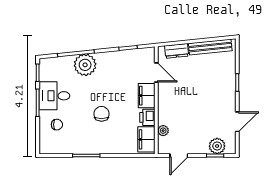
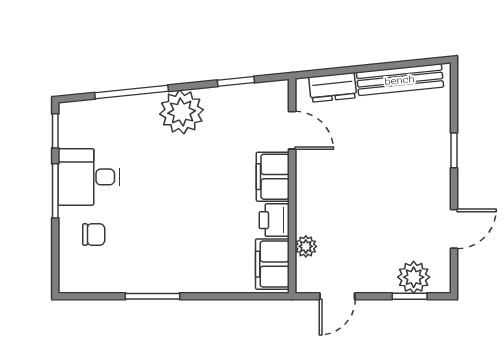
plant: (85, 65) -> (182, 112), moved
chair: (102, 114) -> (183, 213), removed

